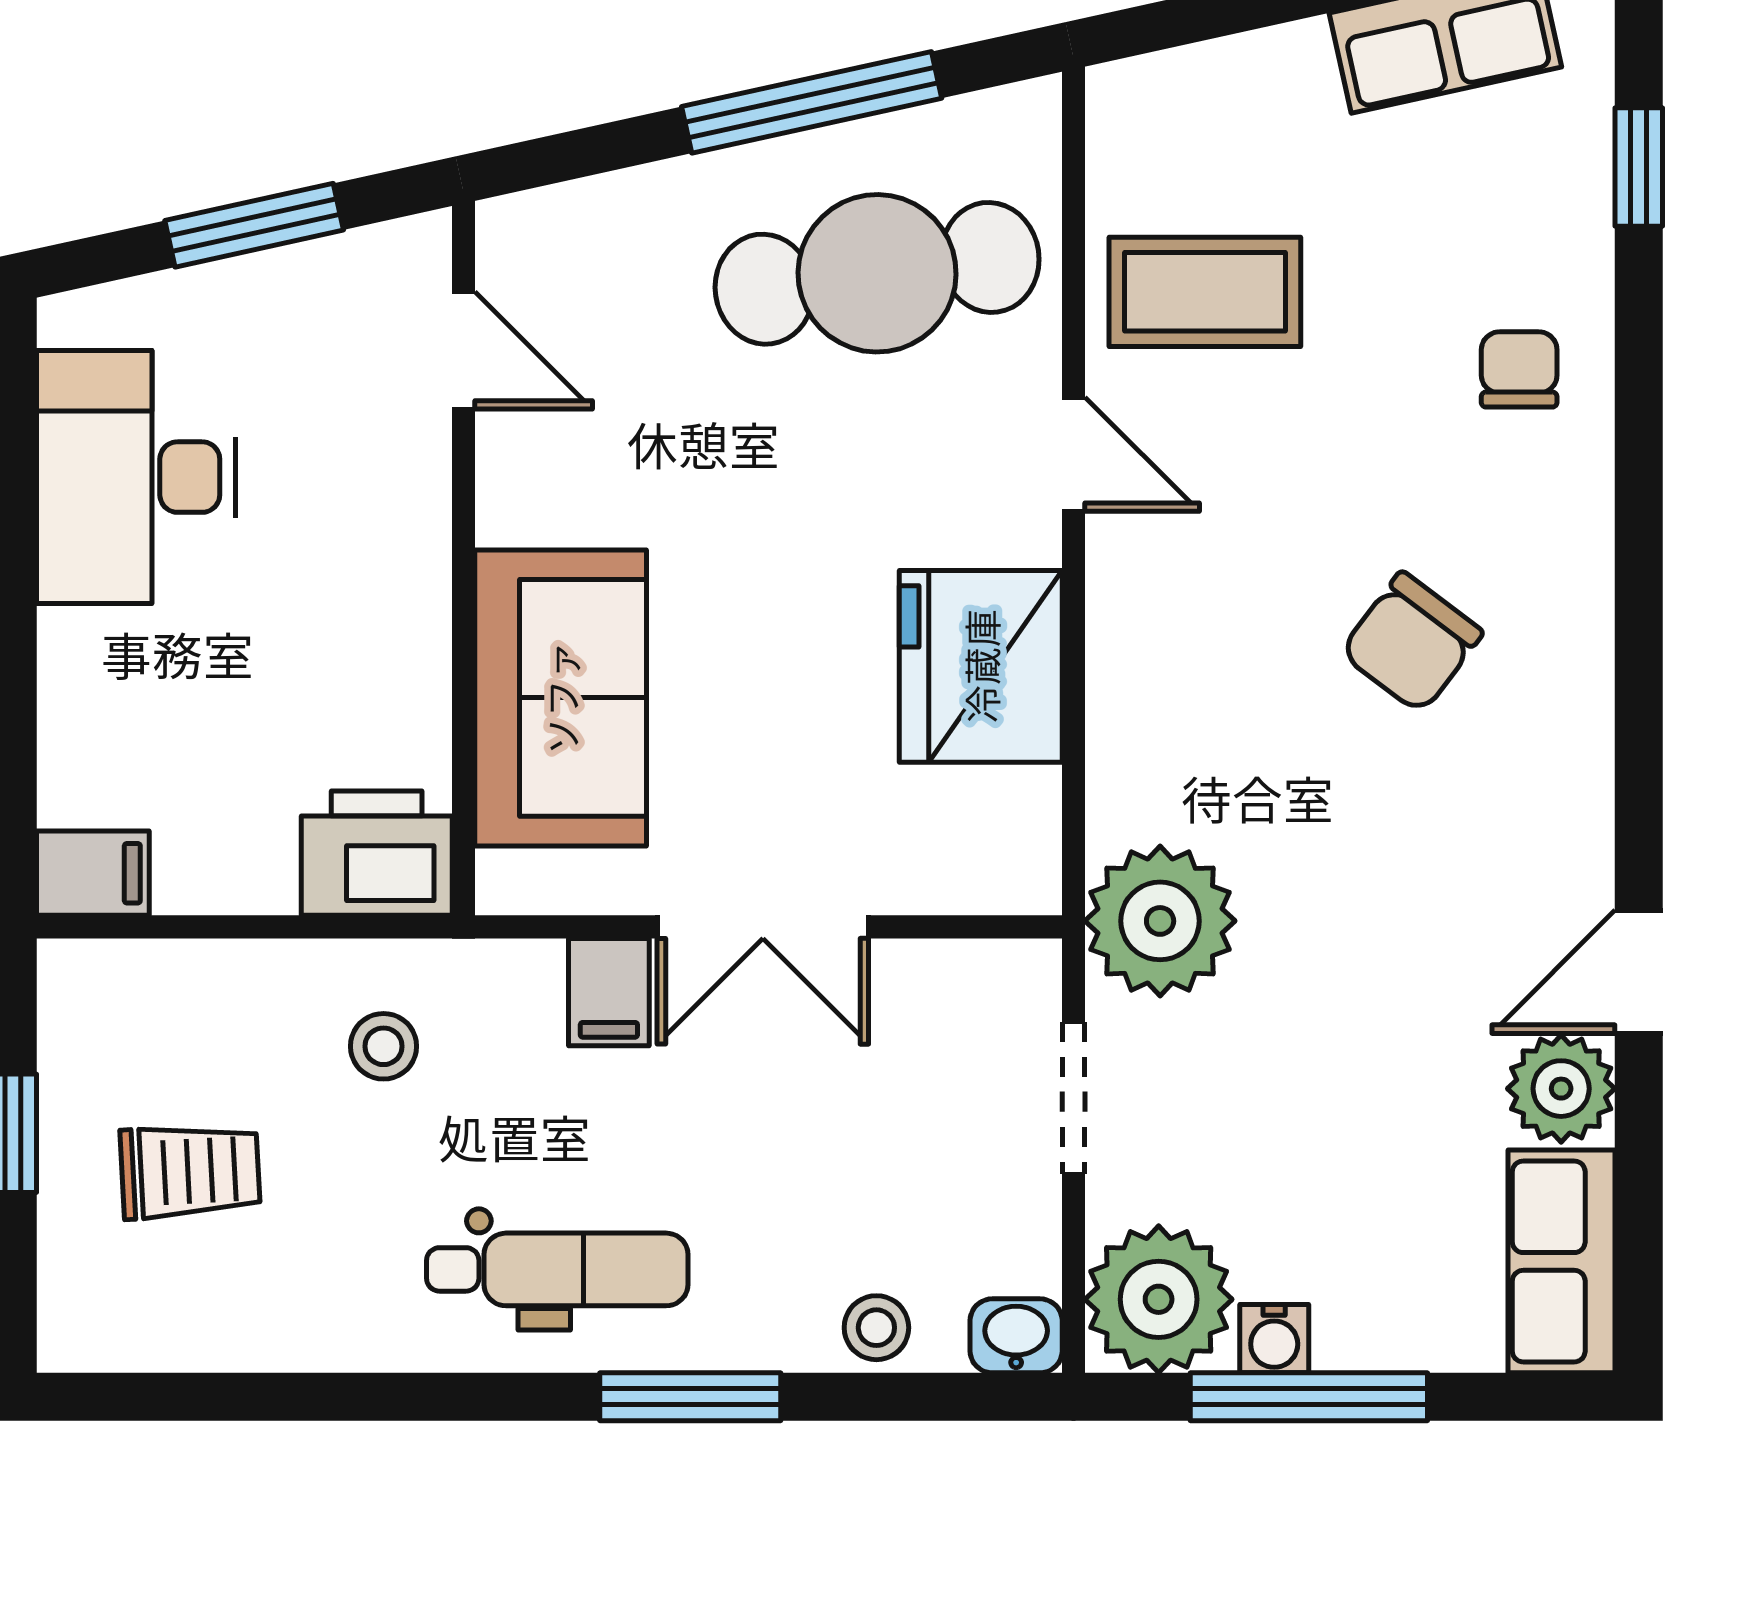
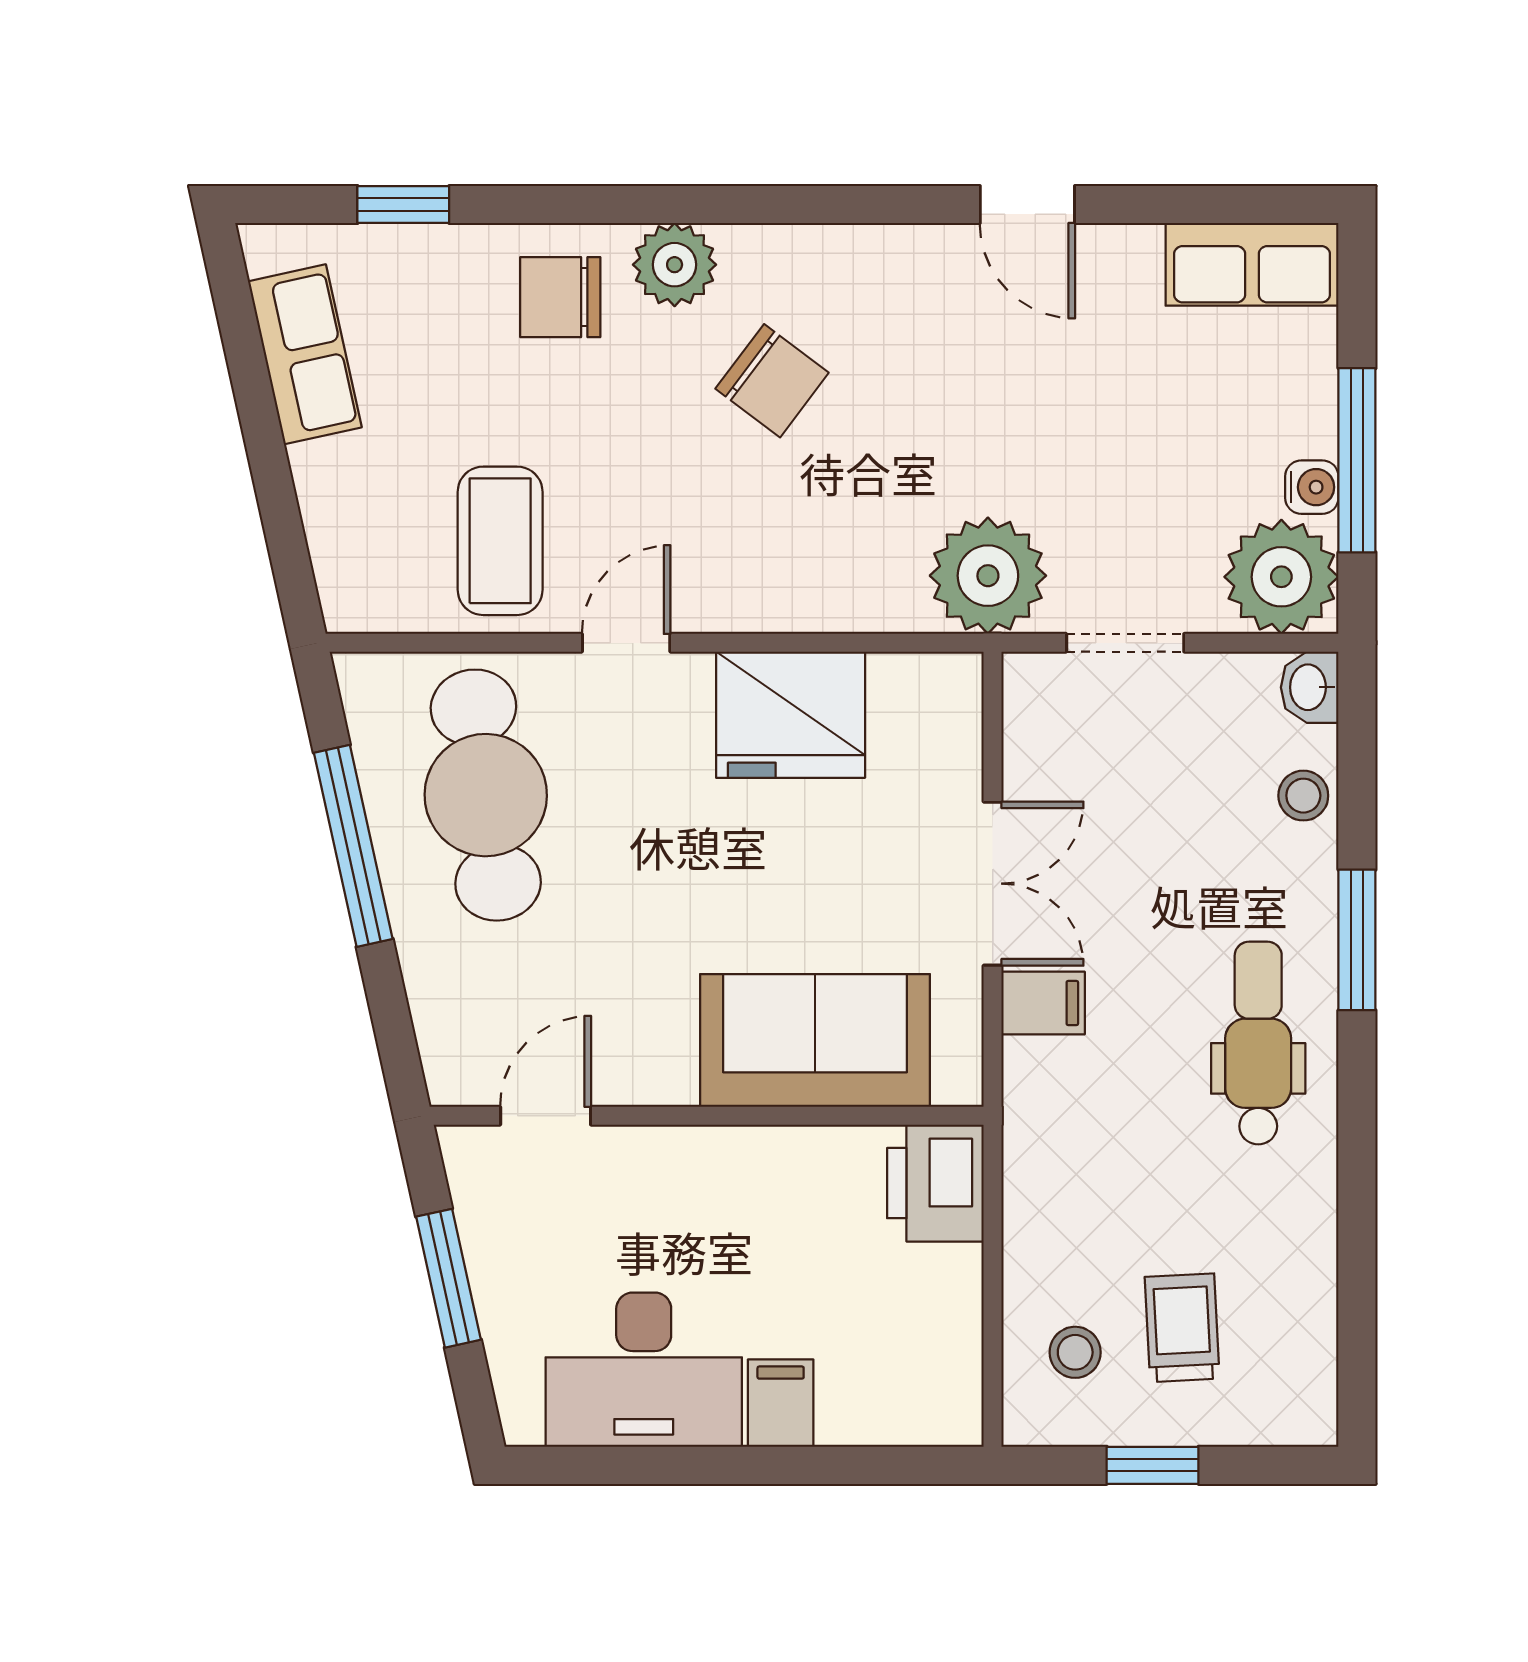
chair: (1519, 369) -> (560, 297), width x1.37, depth x1.37
filing cabinet: (93, 873) -> (781, 1403), moved
stool: (384, 1046) -> (1075, 1352), moved
plant: (1561, 1089) -> (675, 265), moved

